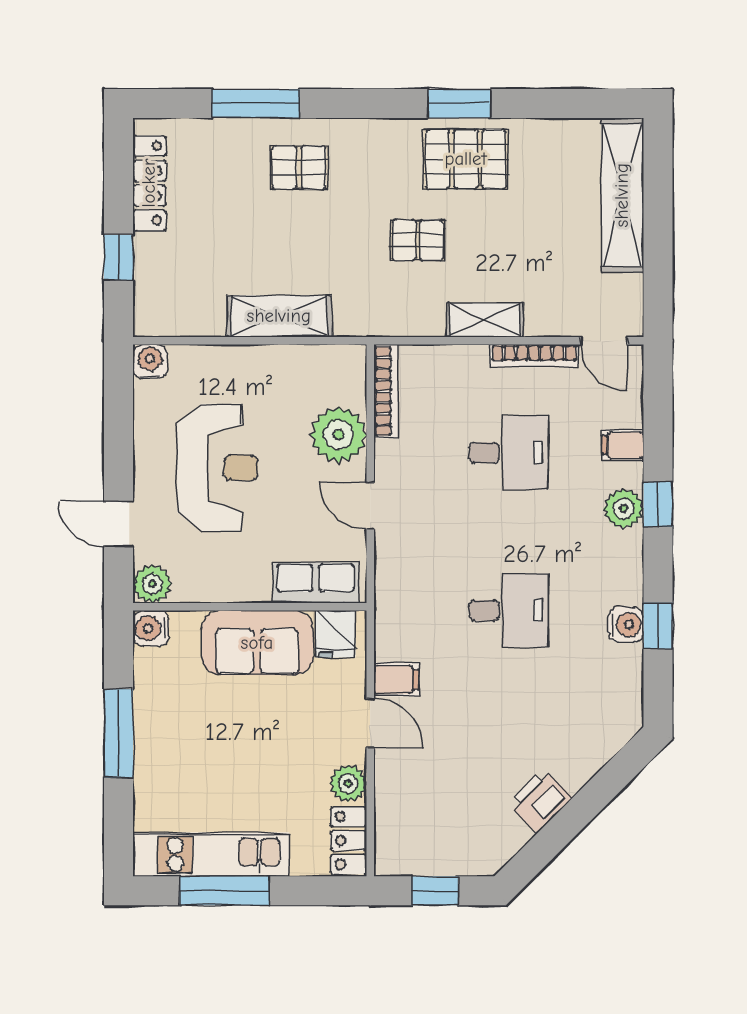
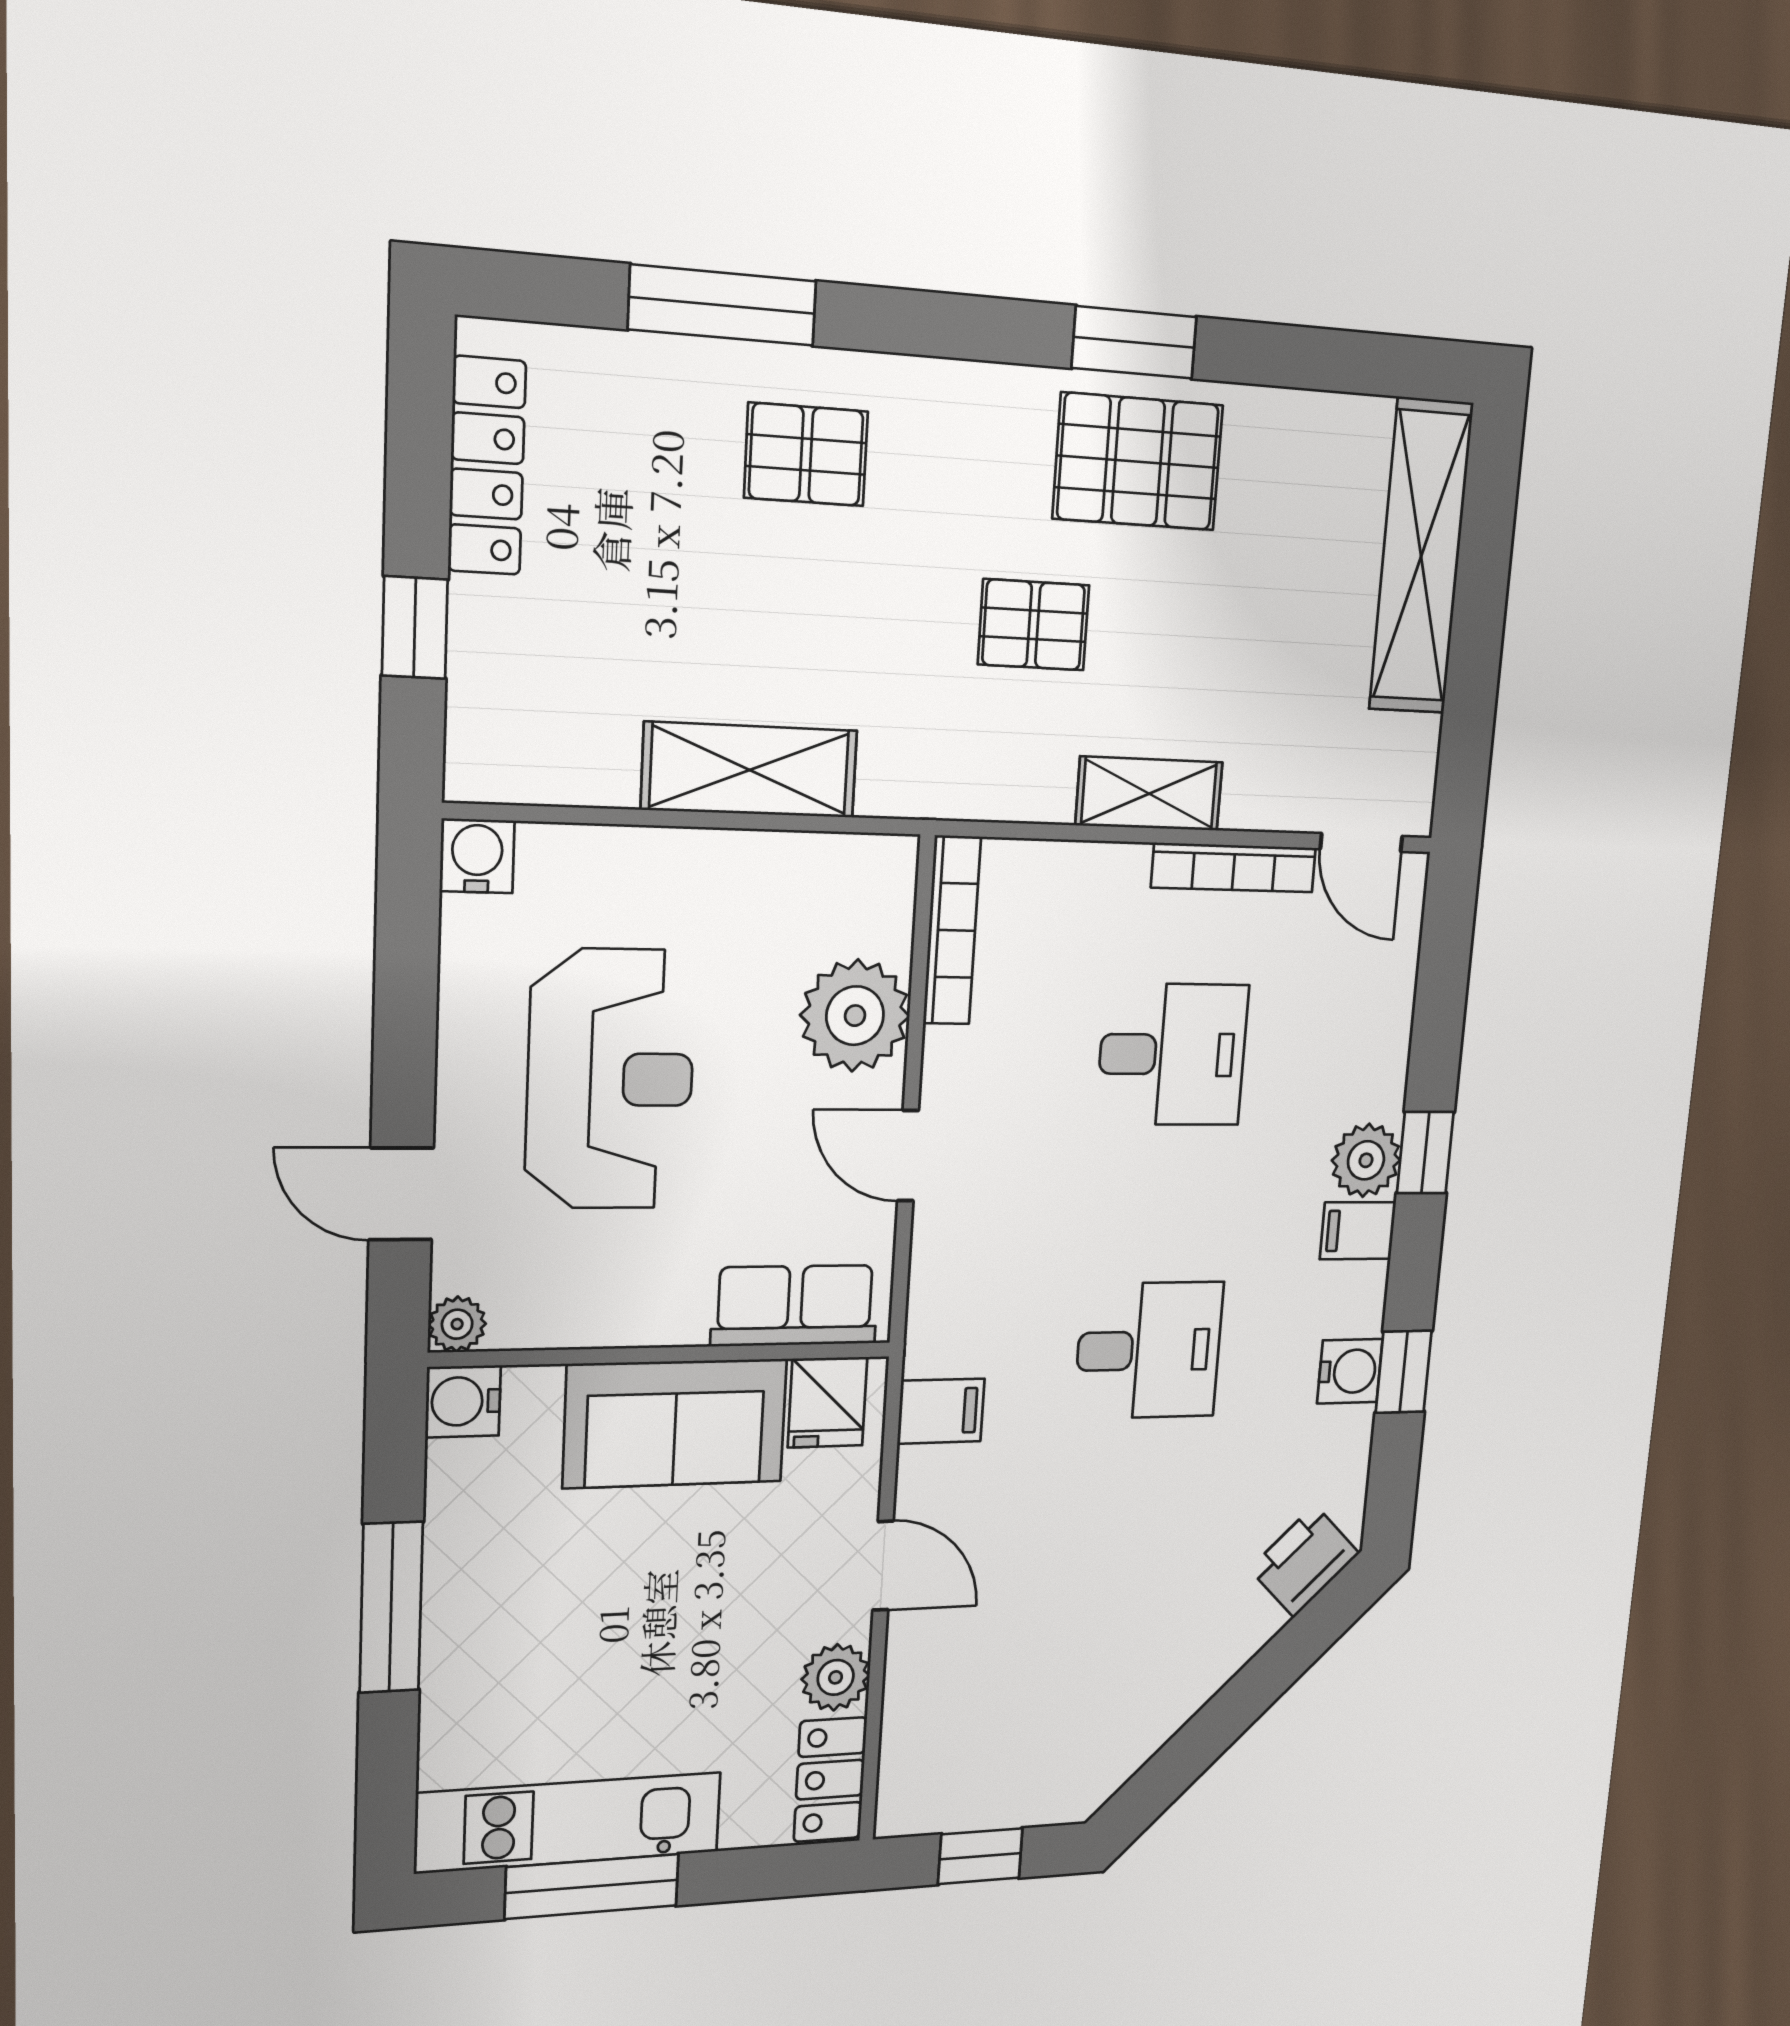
filing cabinet: (623, 445) -> (1358, 1231), moved
plant: (152, 584) -> (457, 1324), width x0.73, depth x0.73
filing cabinet: (396, 680) -> (941, 1411), moved
printer: (540, 801) -> (1304, 1561), moved

